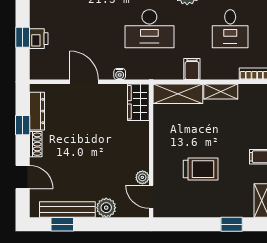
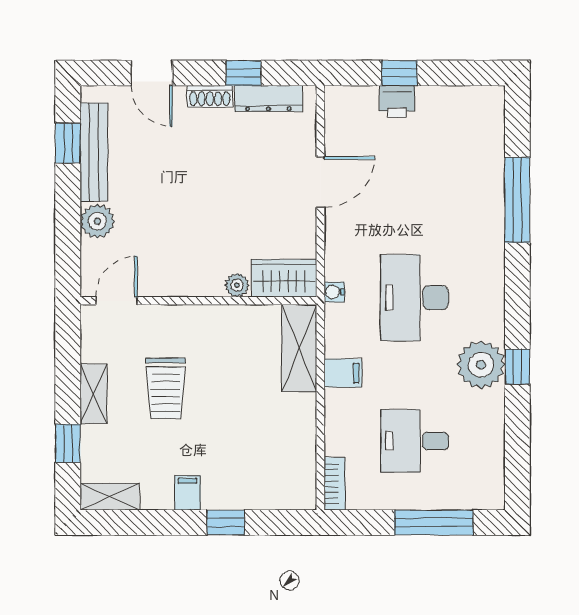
water cooler: (120, 74) -> (334, 292), moved
shelving: (221, 91) -> (94, 394), moved
door: (23, 177) -> (152, 73), hinge flipped
plant: (142, 177) -> (237, 285), moved

